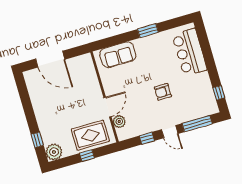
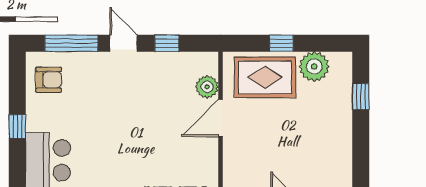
armchair: (163, 92) -> (49, 80), moved
window: (219, 93) -> (17, 126), moved
plant: (54, 152) -> (314, 67), moved

